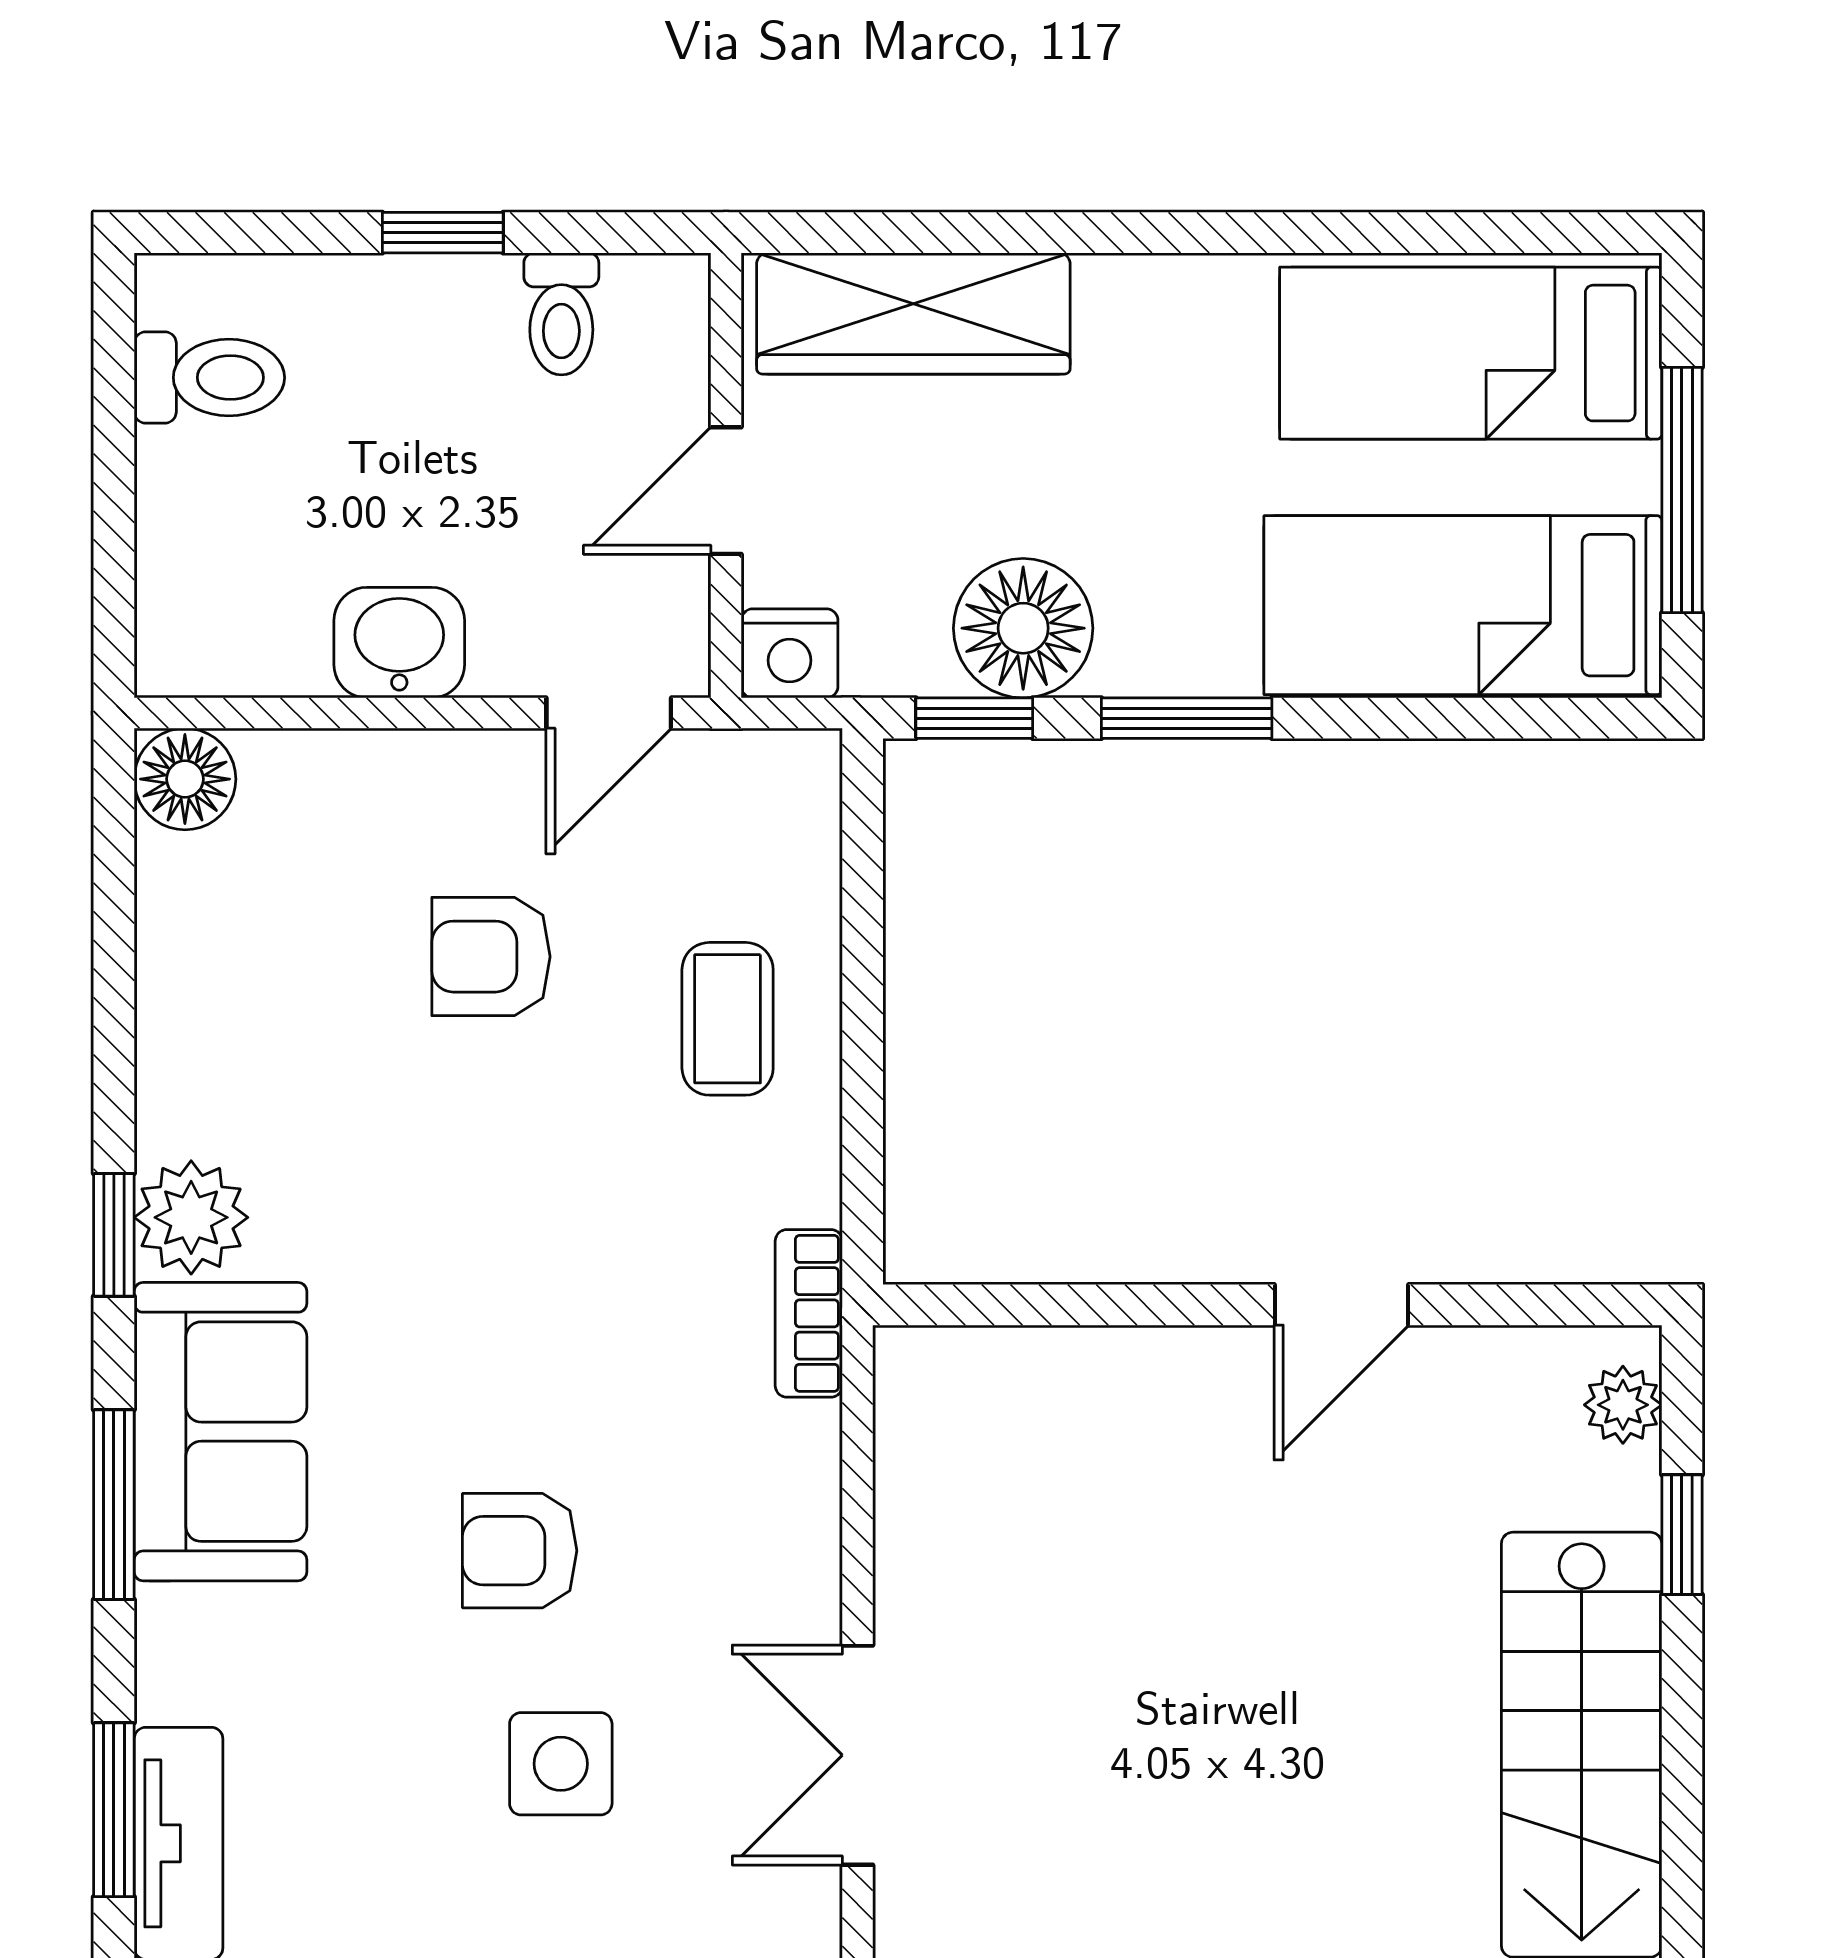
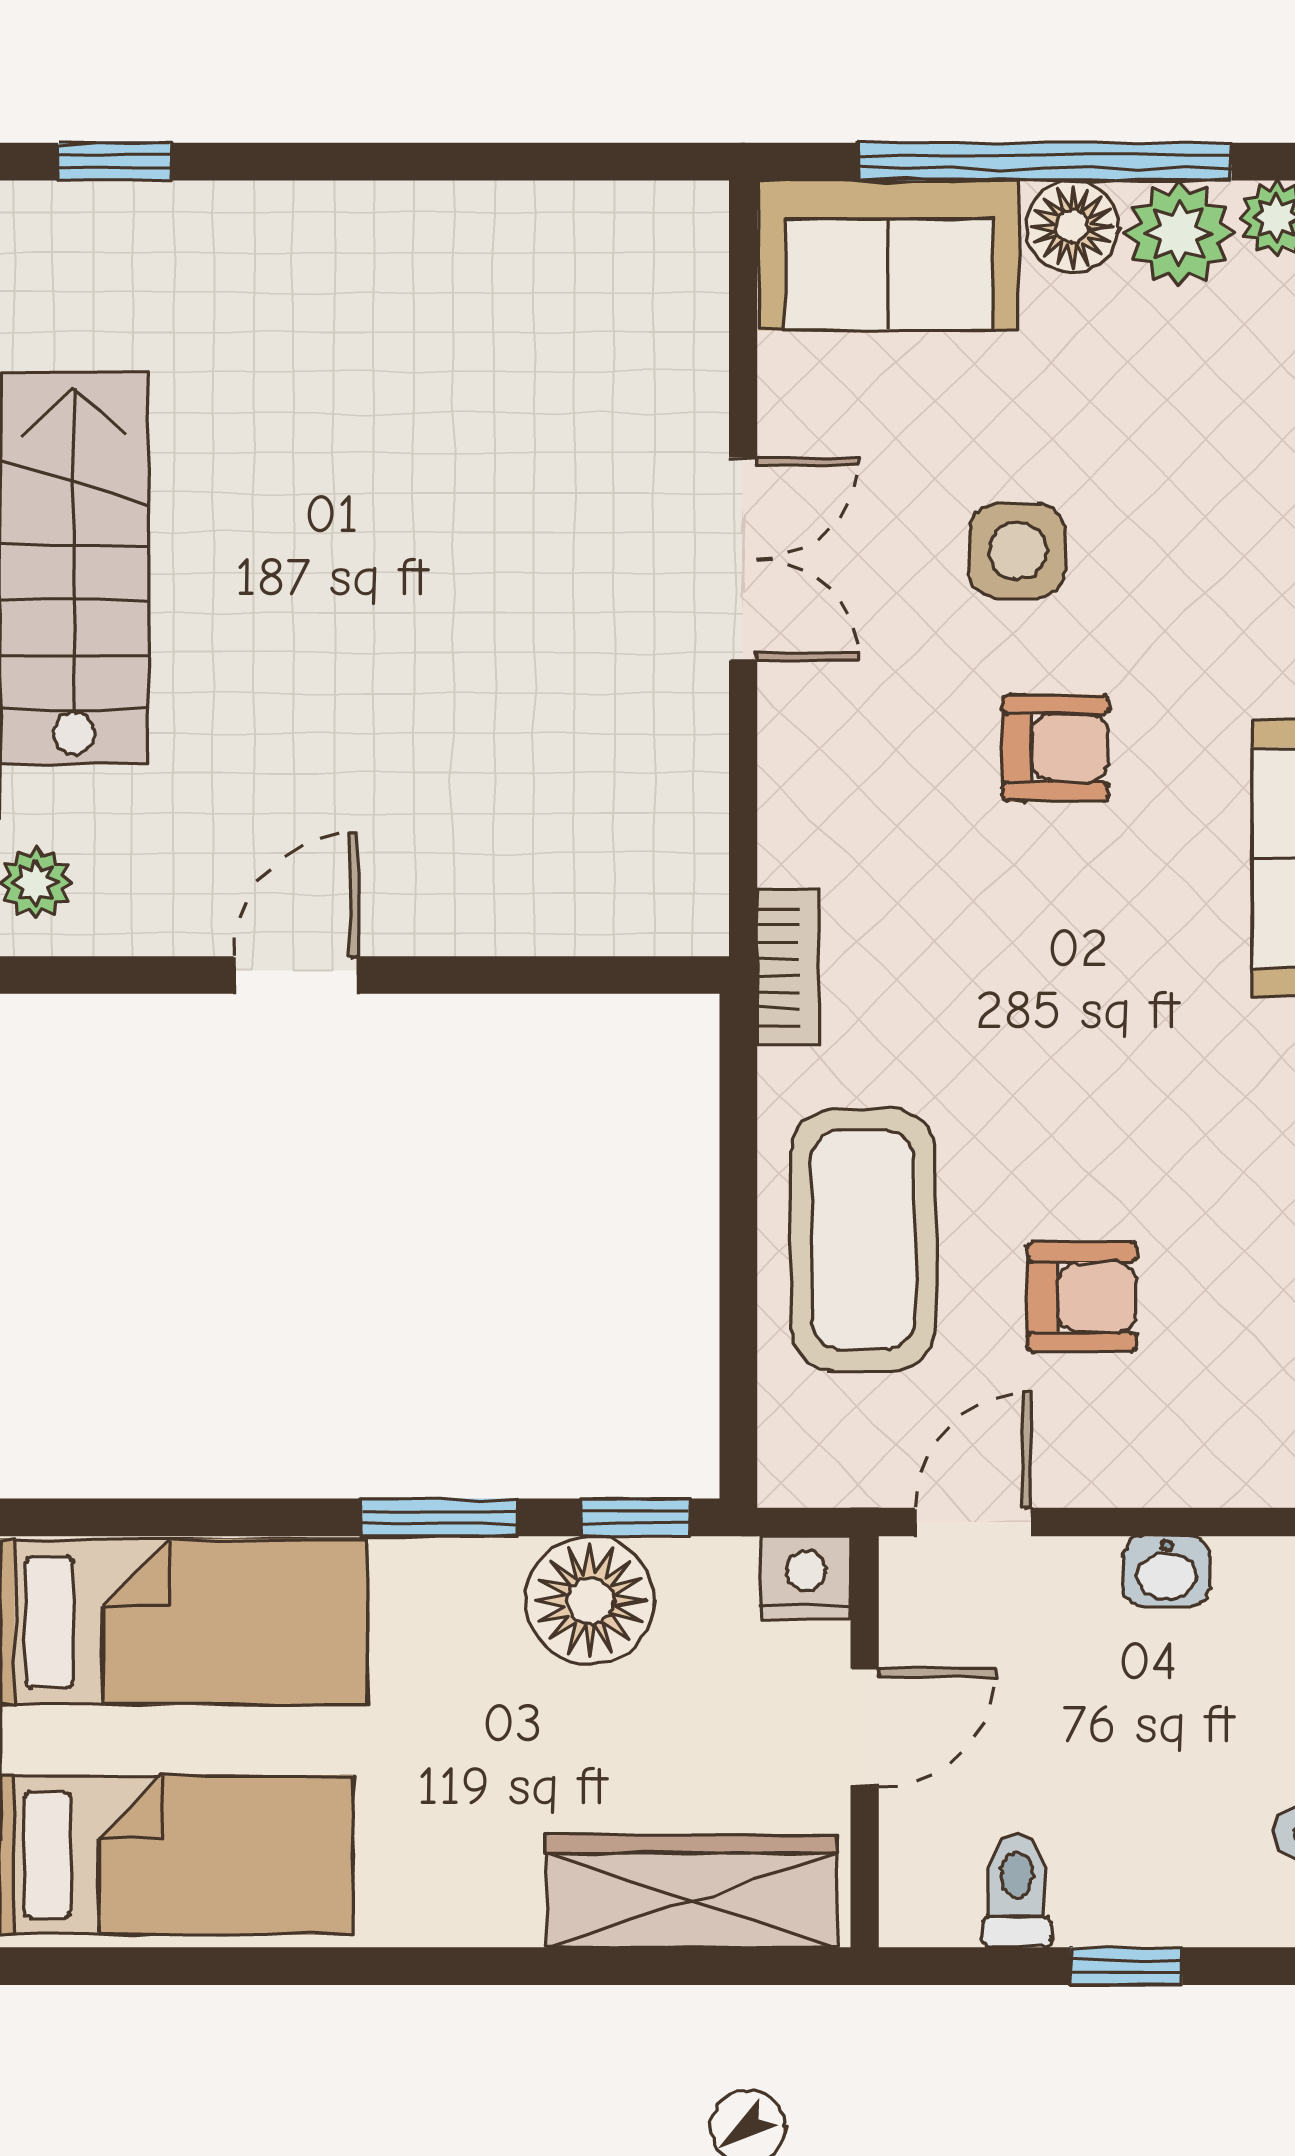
washbasin: (399, 643) -> (1167, 1571), width x0.72, depth x0.69
coffee table: (728, 1019) -> (863, 1239), width x1.86, depth x1.72

